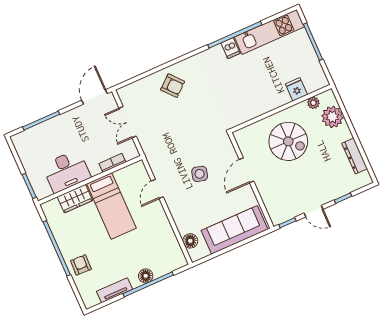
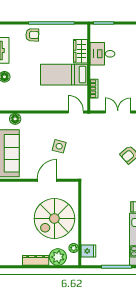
fridge: (296, 89) -> (88, 251), moved
spiral stairs: (288, 141) -> (54, 218), width x1.37, depth x1.37
dresser: (355, 156) -> (36, 260), moved
door: (247, 170) -> (47, 180), hinge flipped
desk: (66, 171) -> (102, 54), width x0.73
door: (157, 189) -> (76, 112), moved

